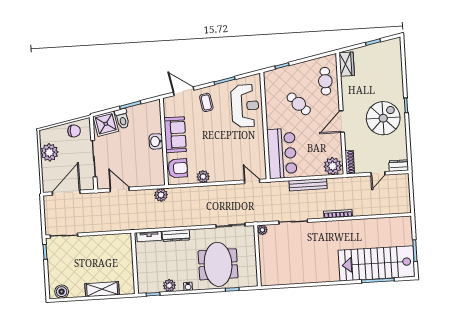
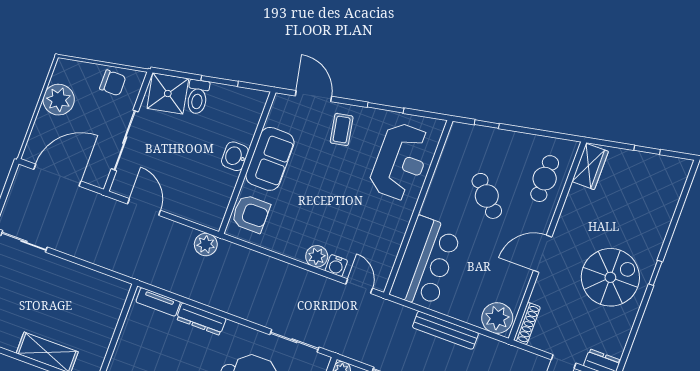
water cooler: (235, 176) -> (336, 266), added
plant: (203, 177) -> (317, 256), moved

